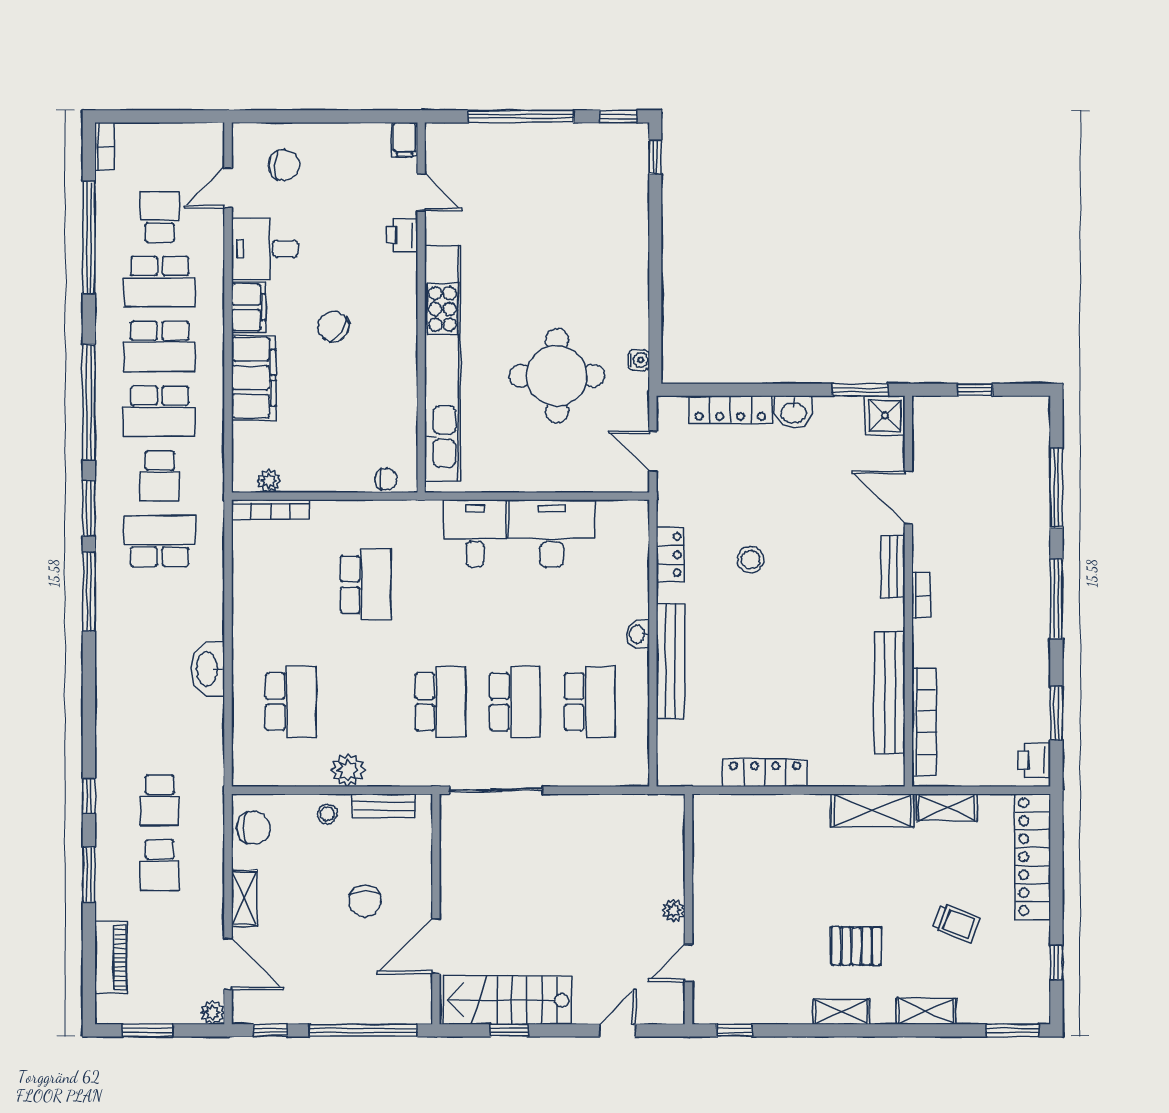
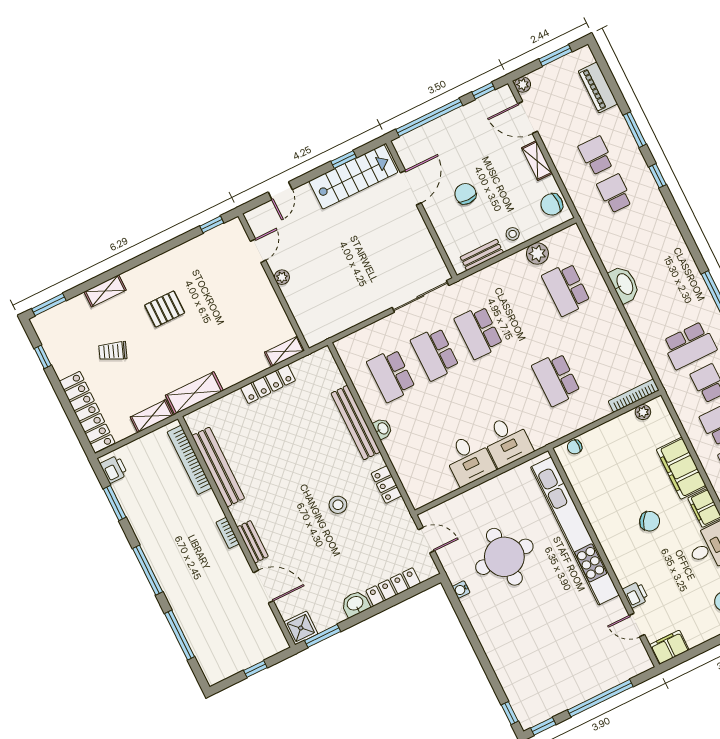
filing cabinet: (405, 140) -> (669, 647), width x2.00
desk: (552, 533) -> (469, 459), width x0.73
plant: (348, 770) -> (537, 254), moved
shelving: (841, 1012) -> (285, 351), moved

